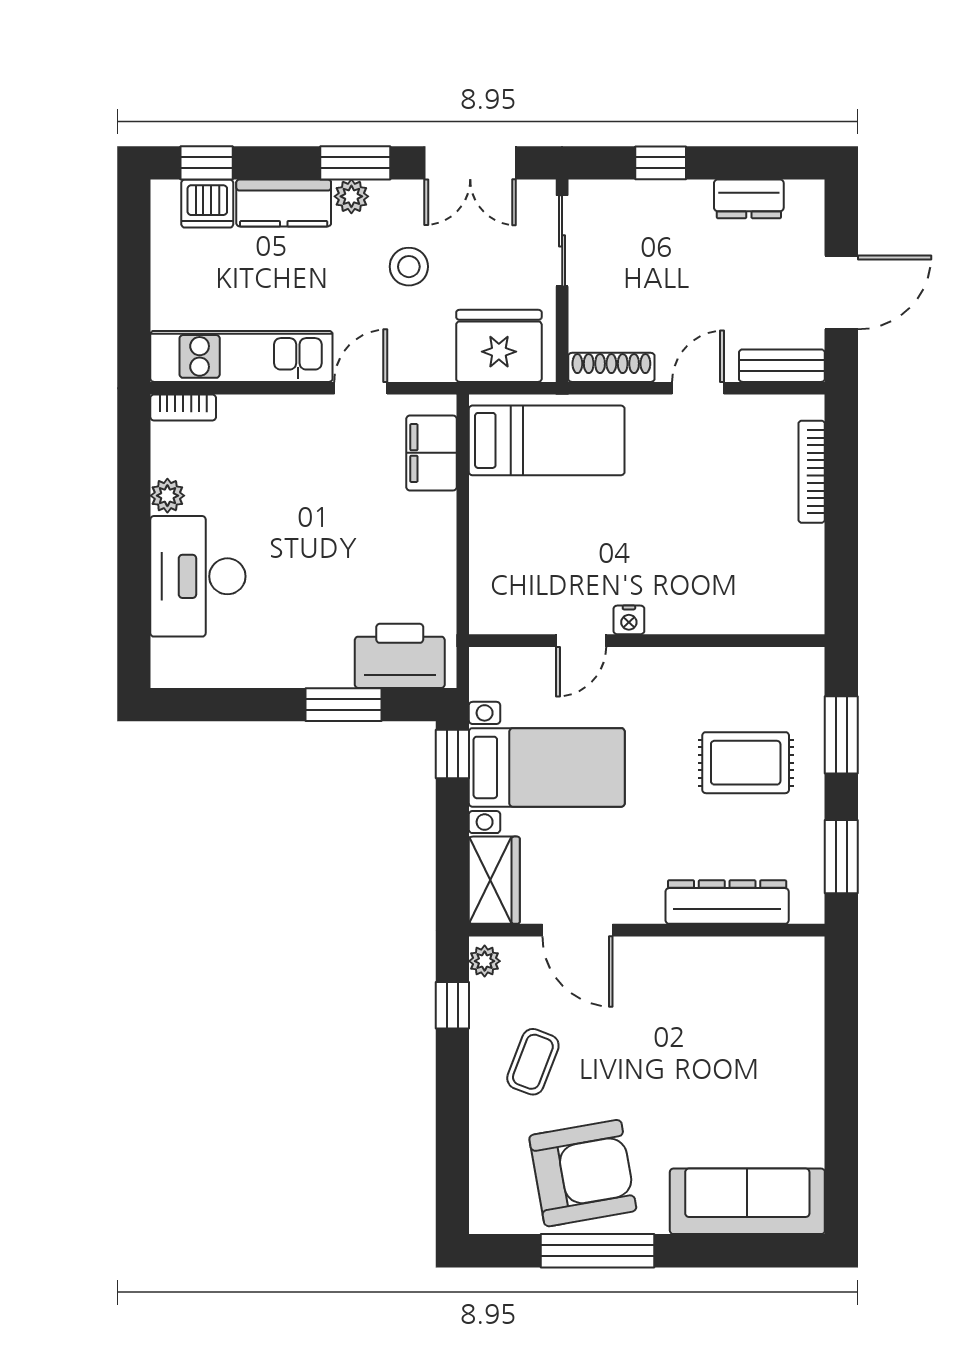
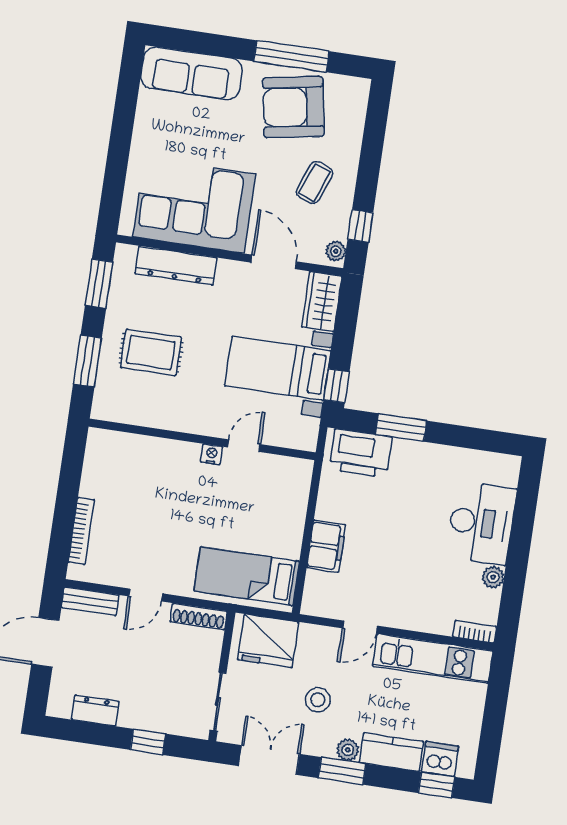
filing cabinet: (431, 453) -> (326, 546), moved
corner sofa: (712, 999) -> (194, 206), added

